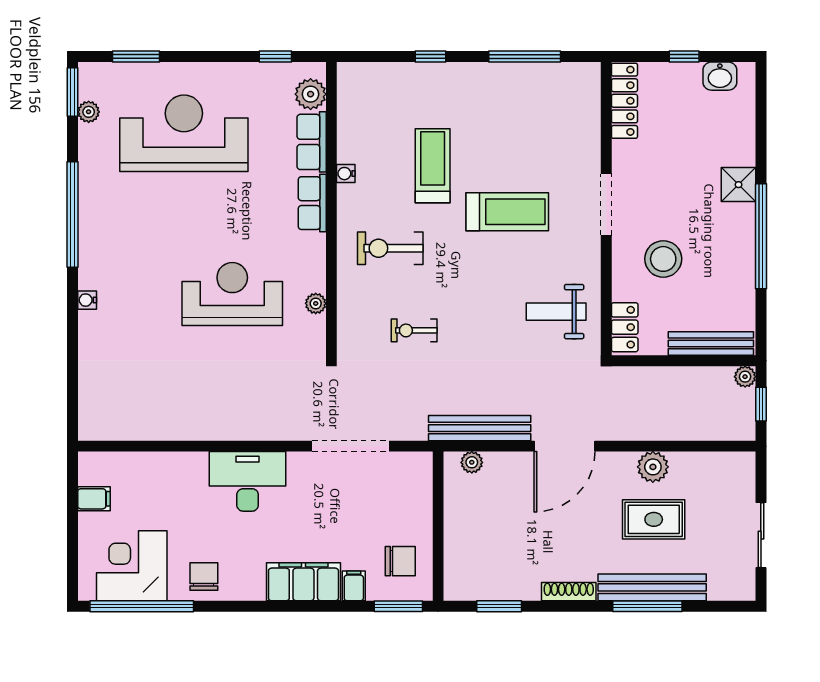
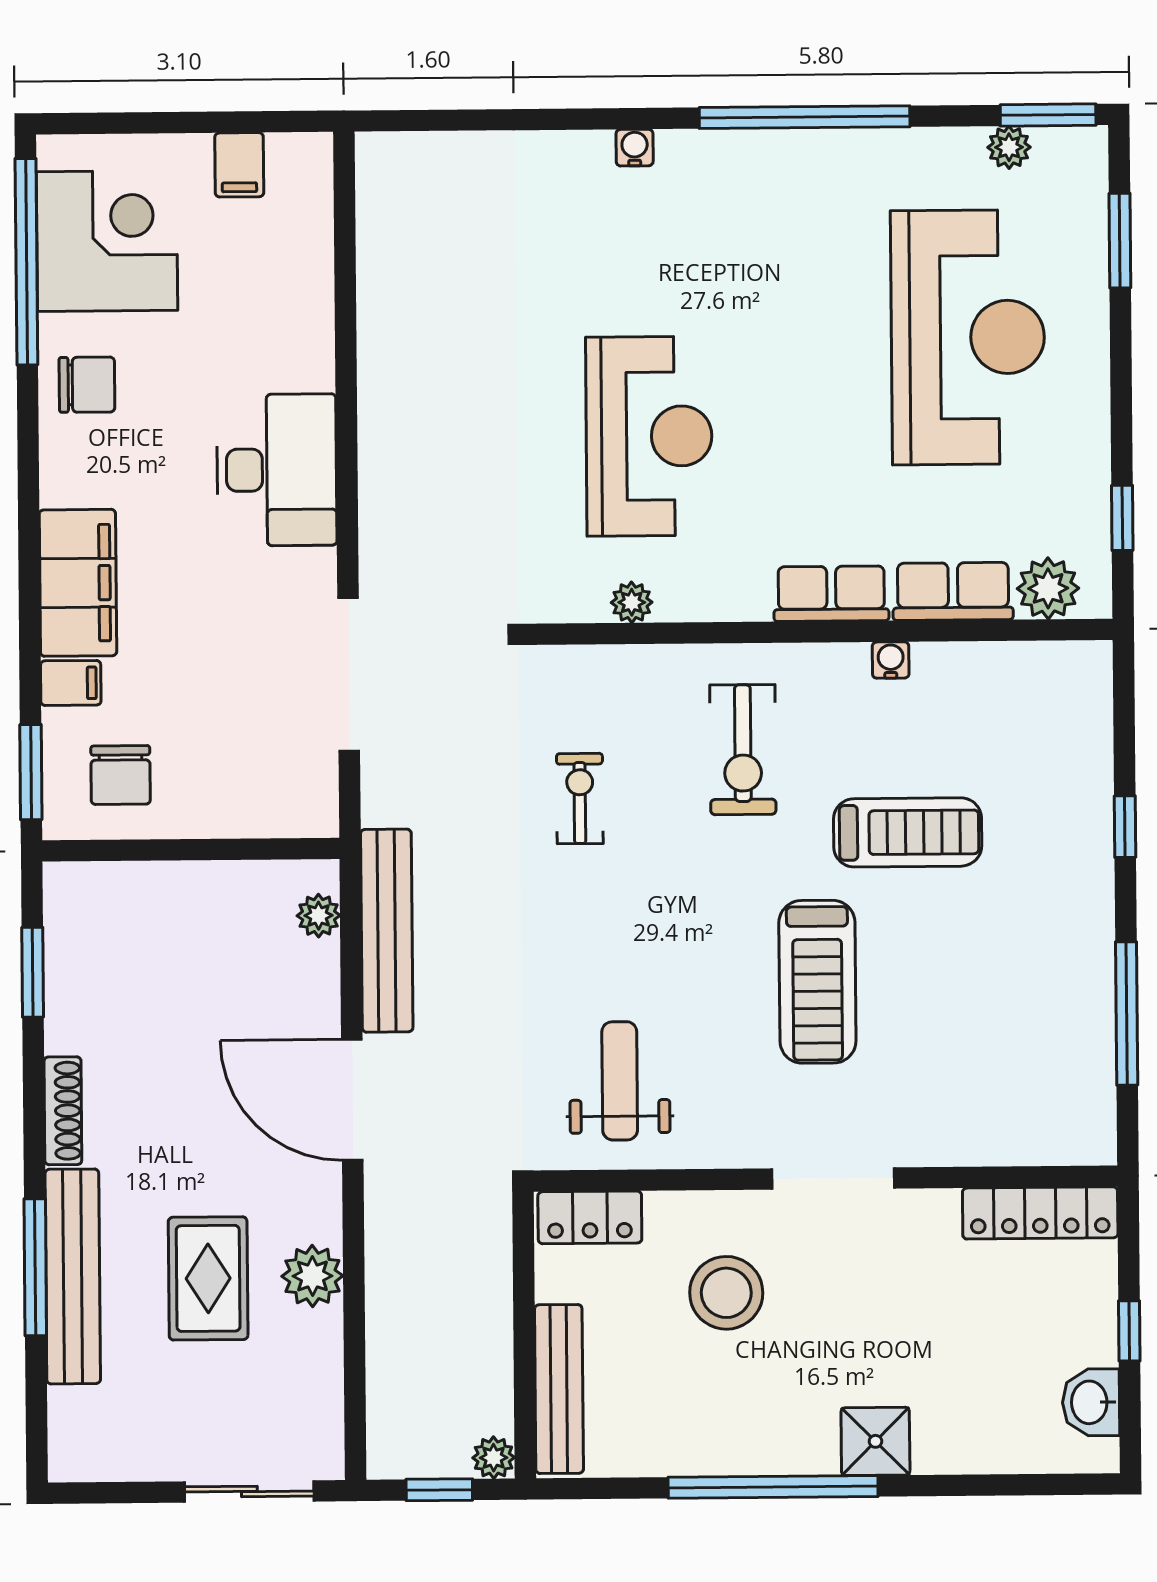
exercise bike: (390, 248) -> (743, 750), turned 180
sliding door: (761, 535) -> (249, 1491), moved

